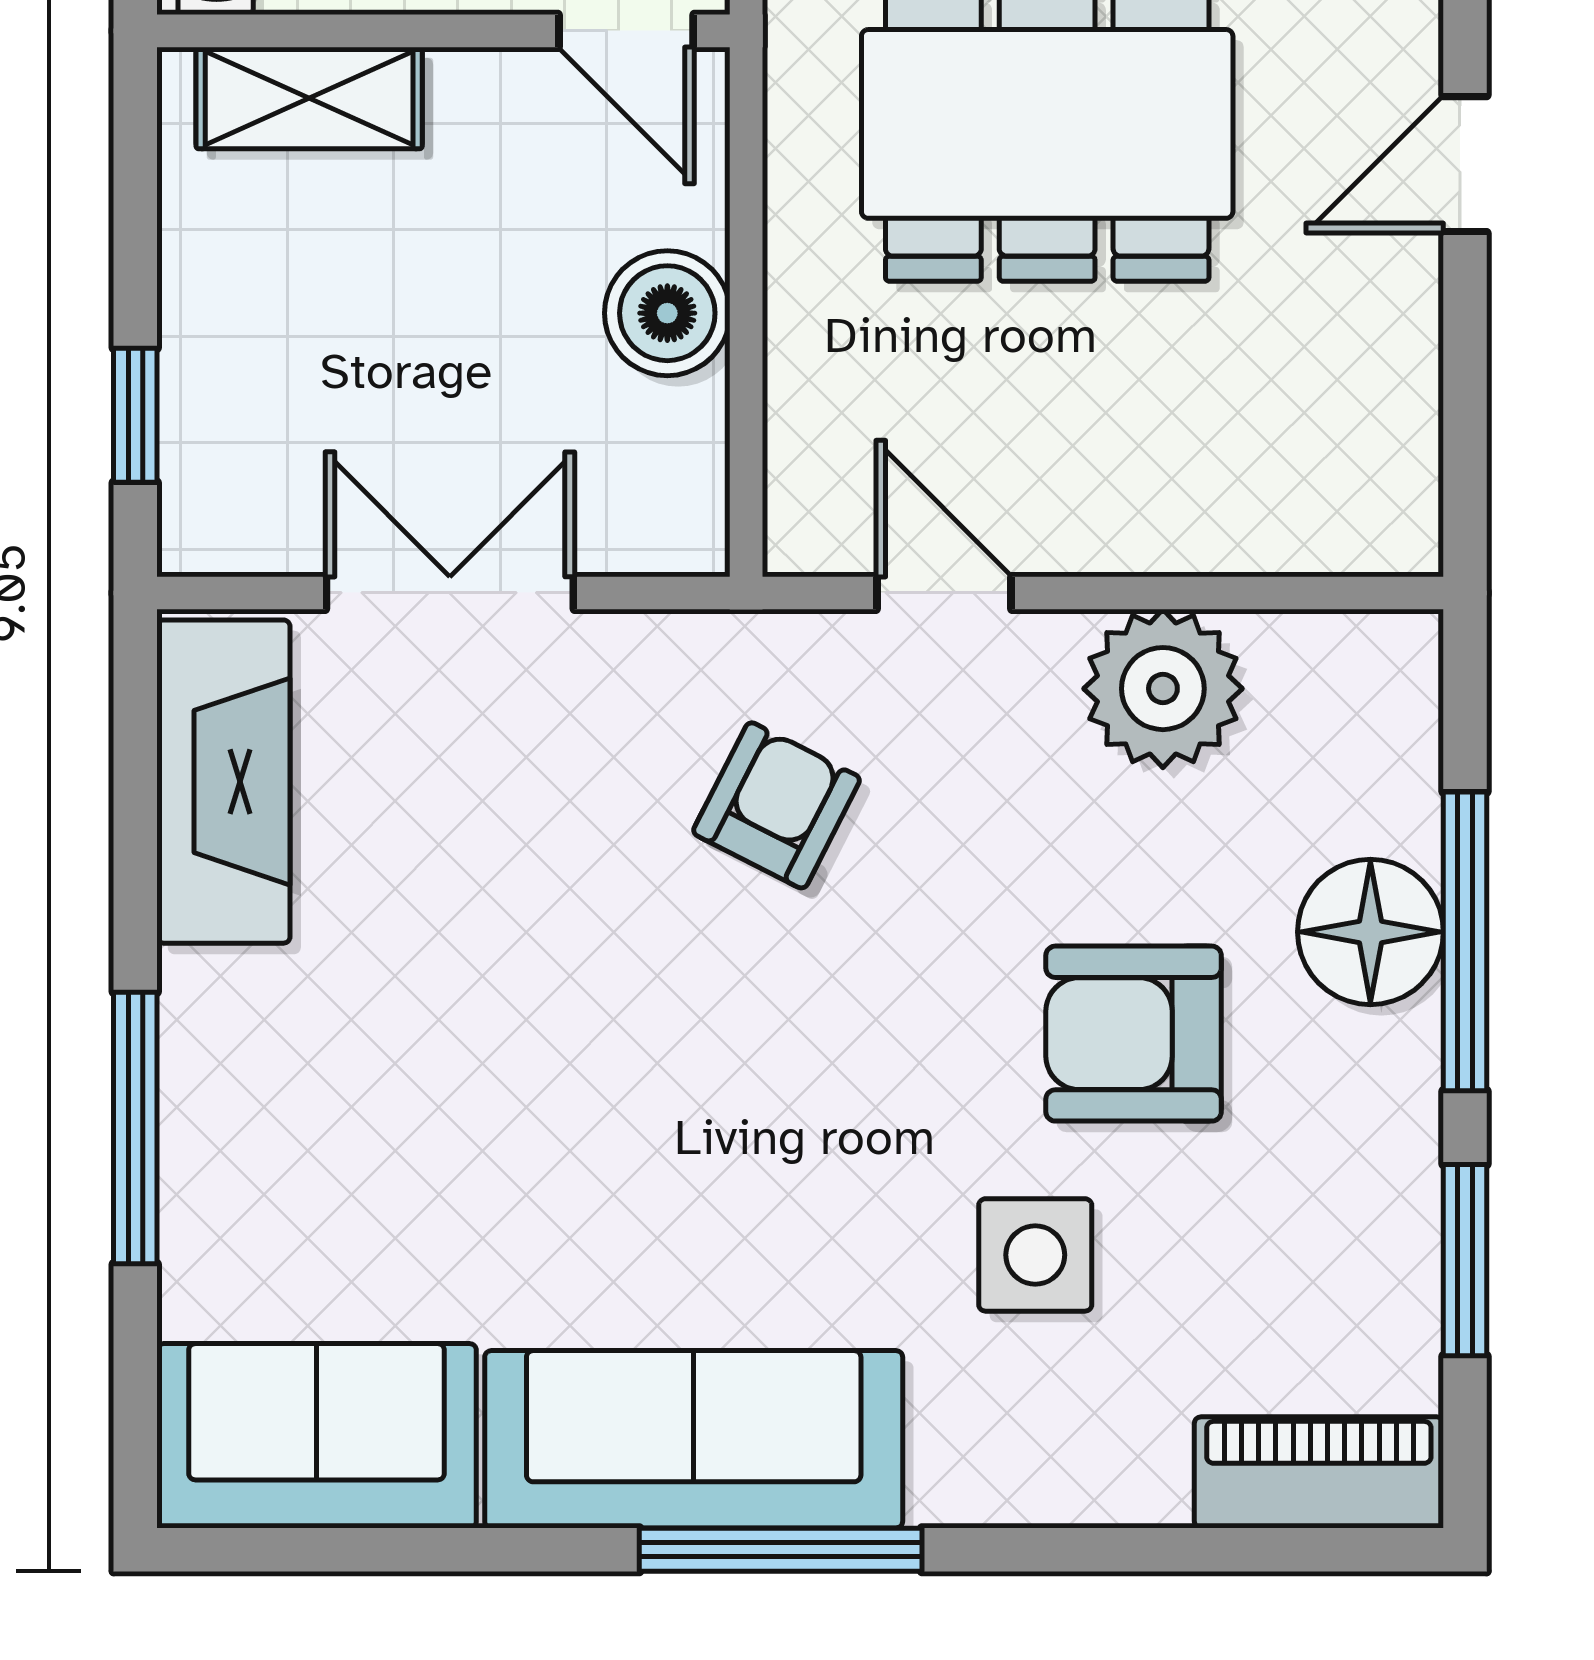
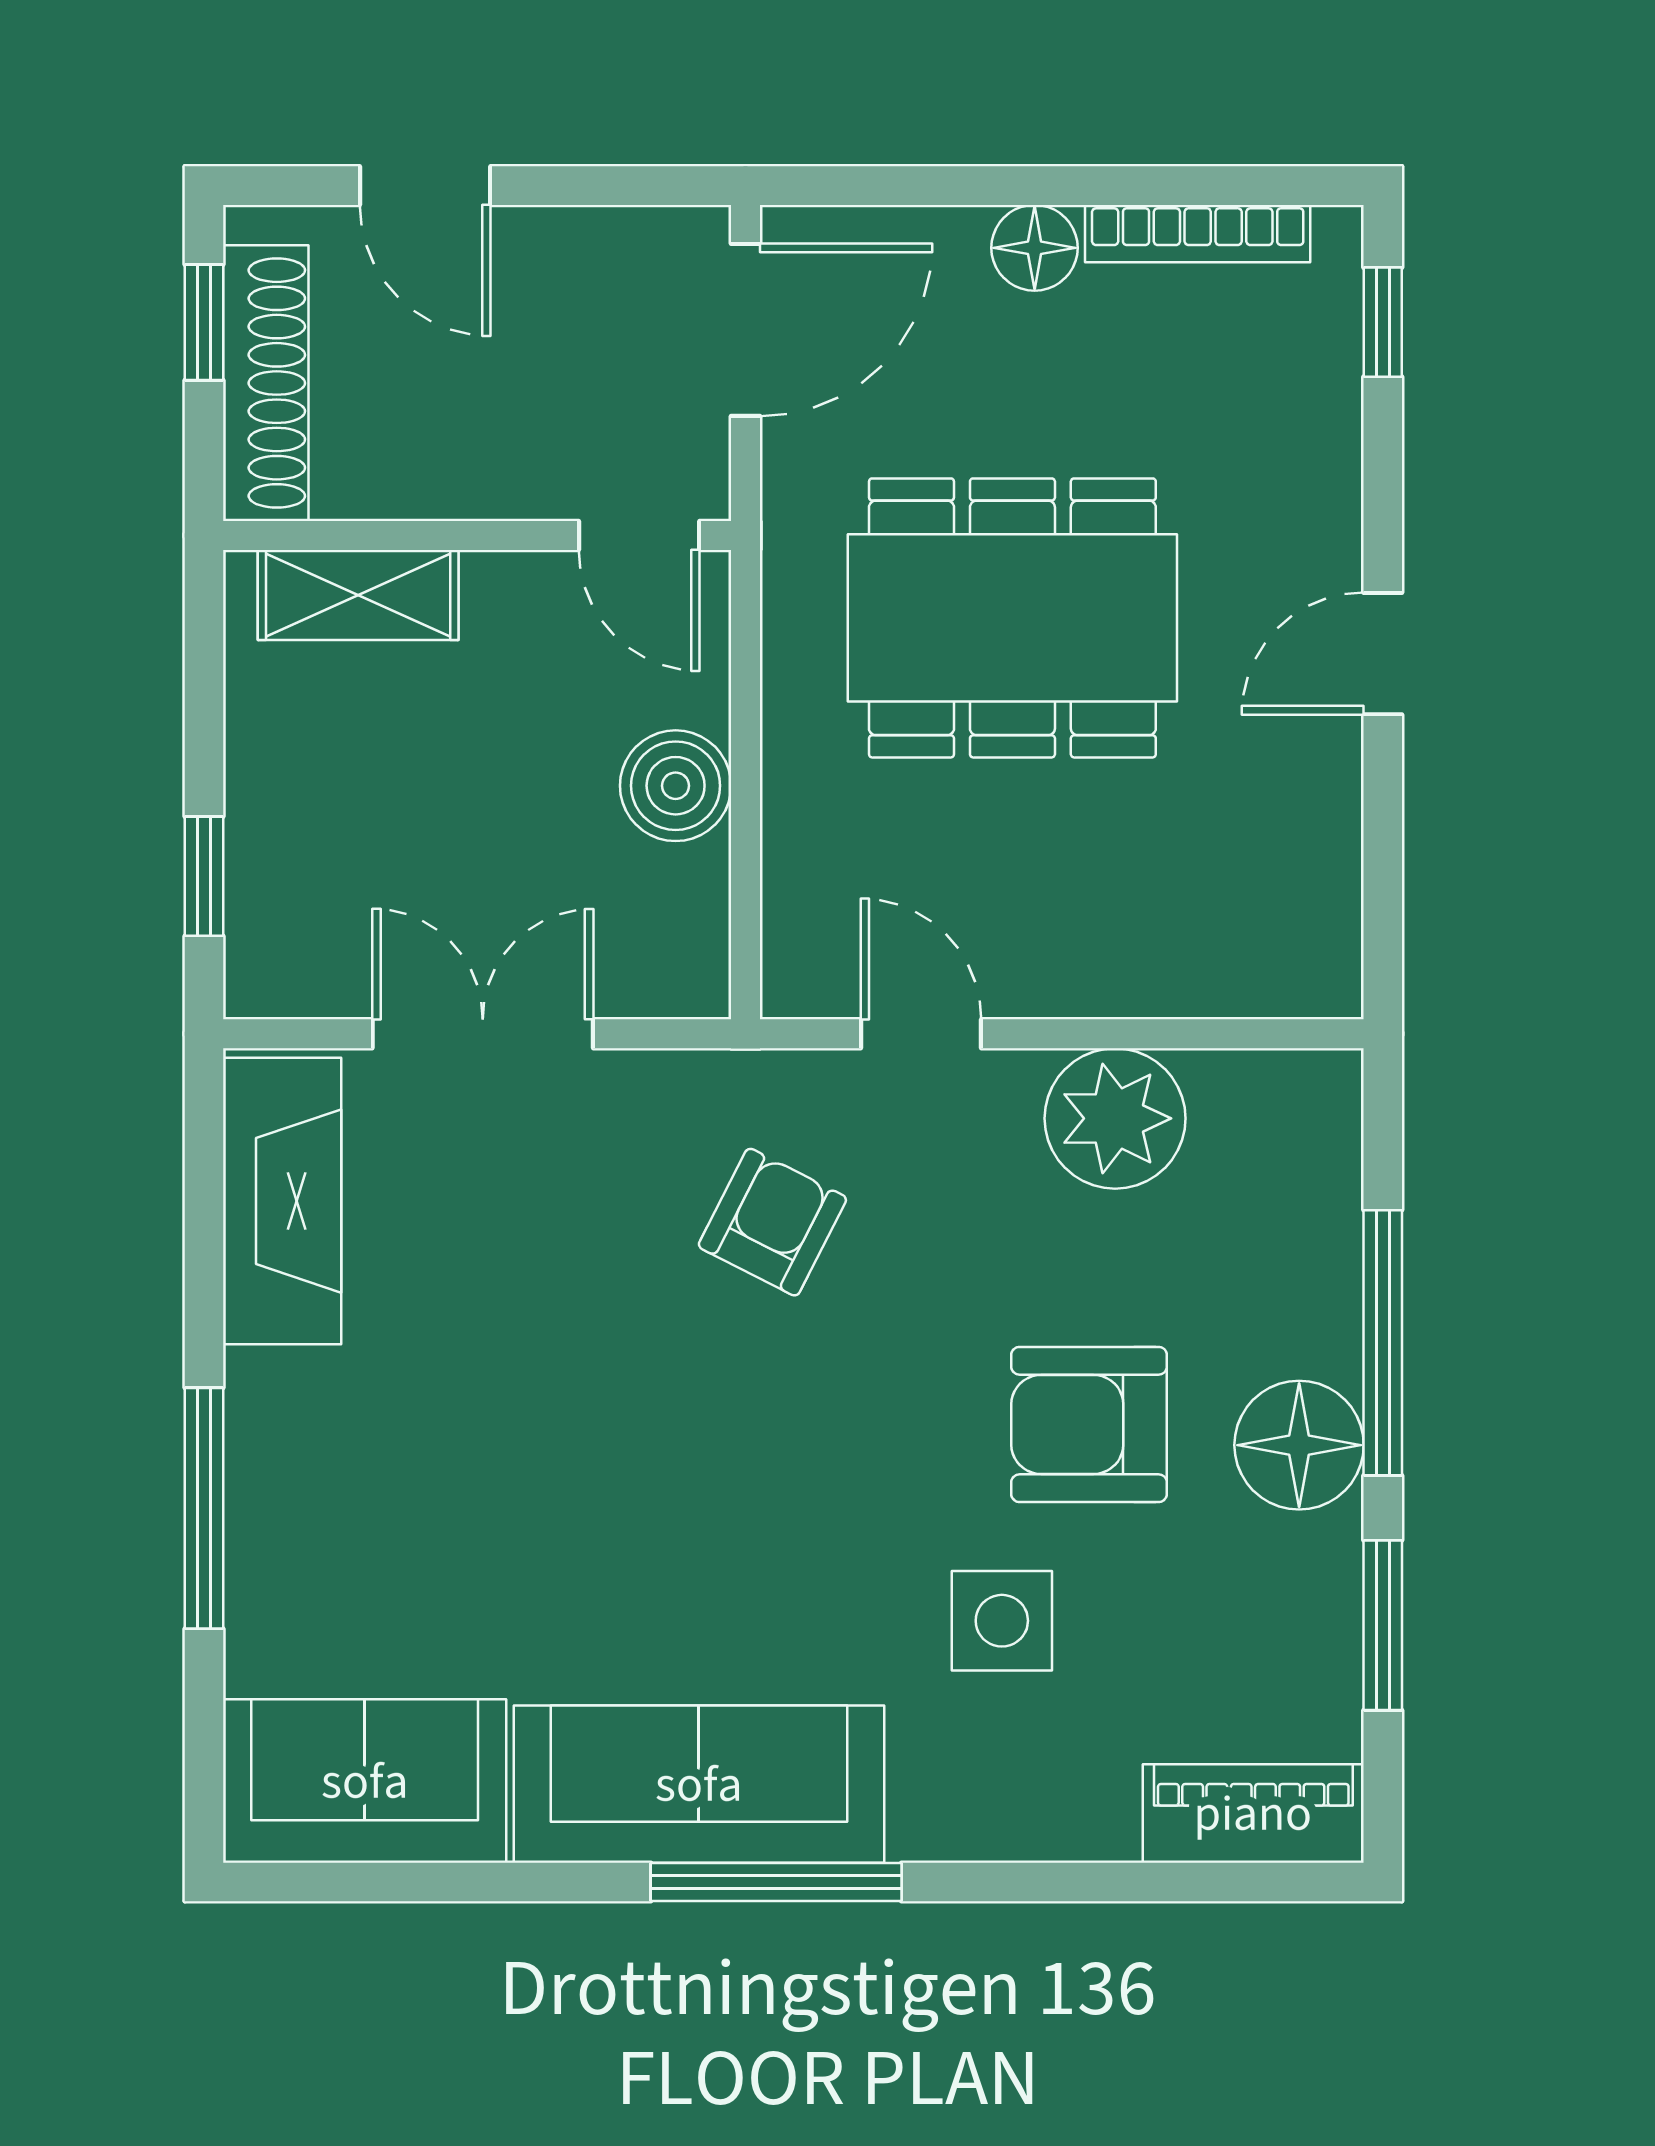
floor lamp: (1370, 932) -> (1299, 1445), moved

